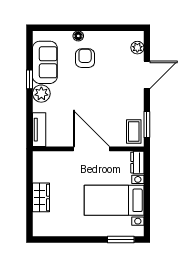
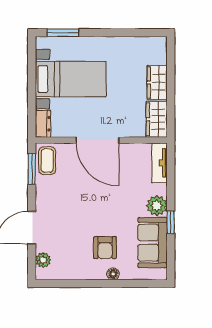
wardrobe: (41, 166) -> (157, 119), added

